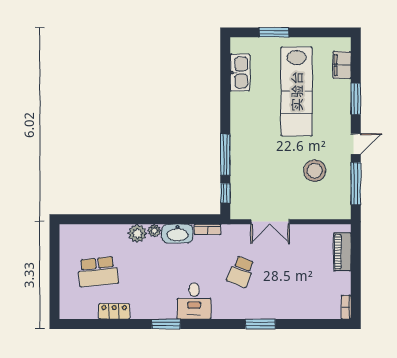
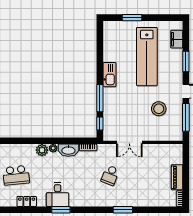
kitchen sink: (240, 73) -> (110, 75), moved
piano: (342, 252) -> (177, 177), moved
desk: (194, 301) -> (58, 195), moved

